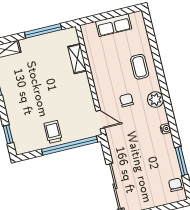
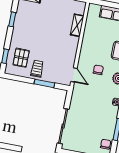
pallet: (28, 128) -> (21, 58), added
window: (70, 146) -> (44, 83), width x0.47

